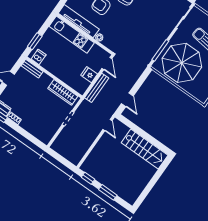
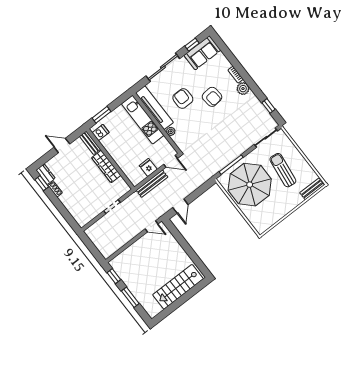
door: (107, 64) -> (170, 161), hinge flipped
wardrobe: (63, 92) -> (106, 167), moved
door: (108, 125) -> (151, 226), hinge flipped
stairs: (145, 149) -> (178, 287), moved, turned 90

